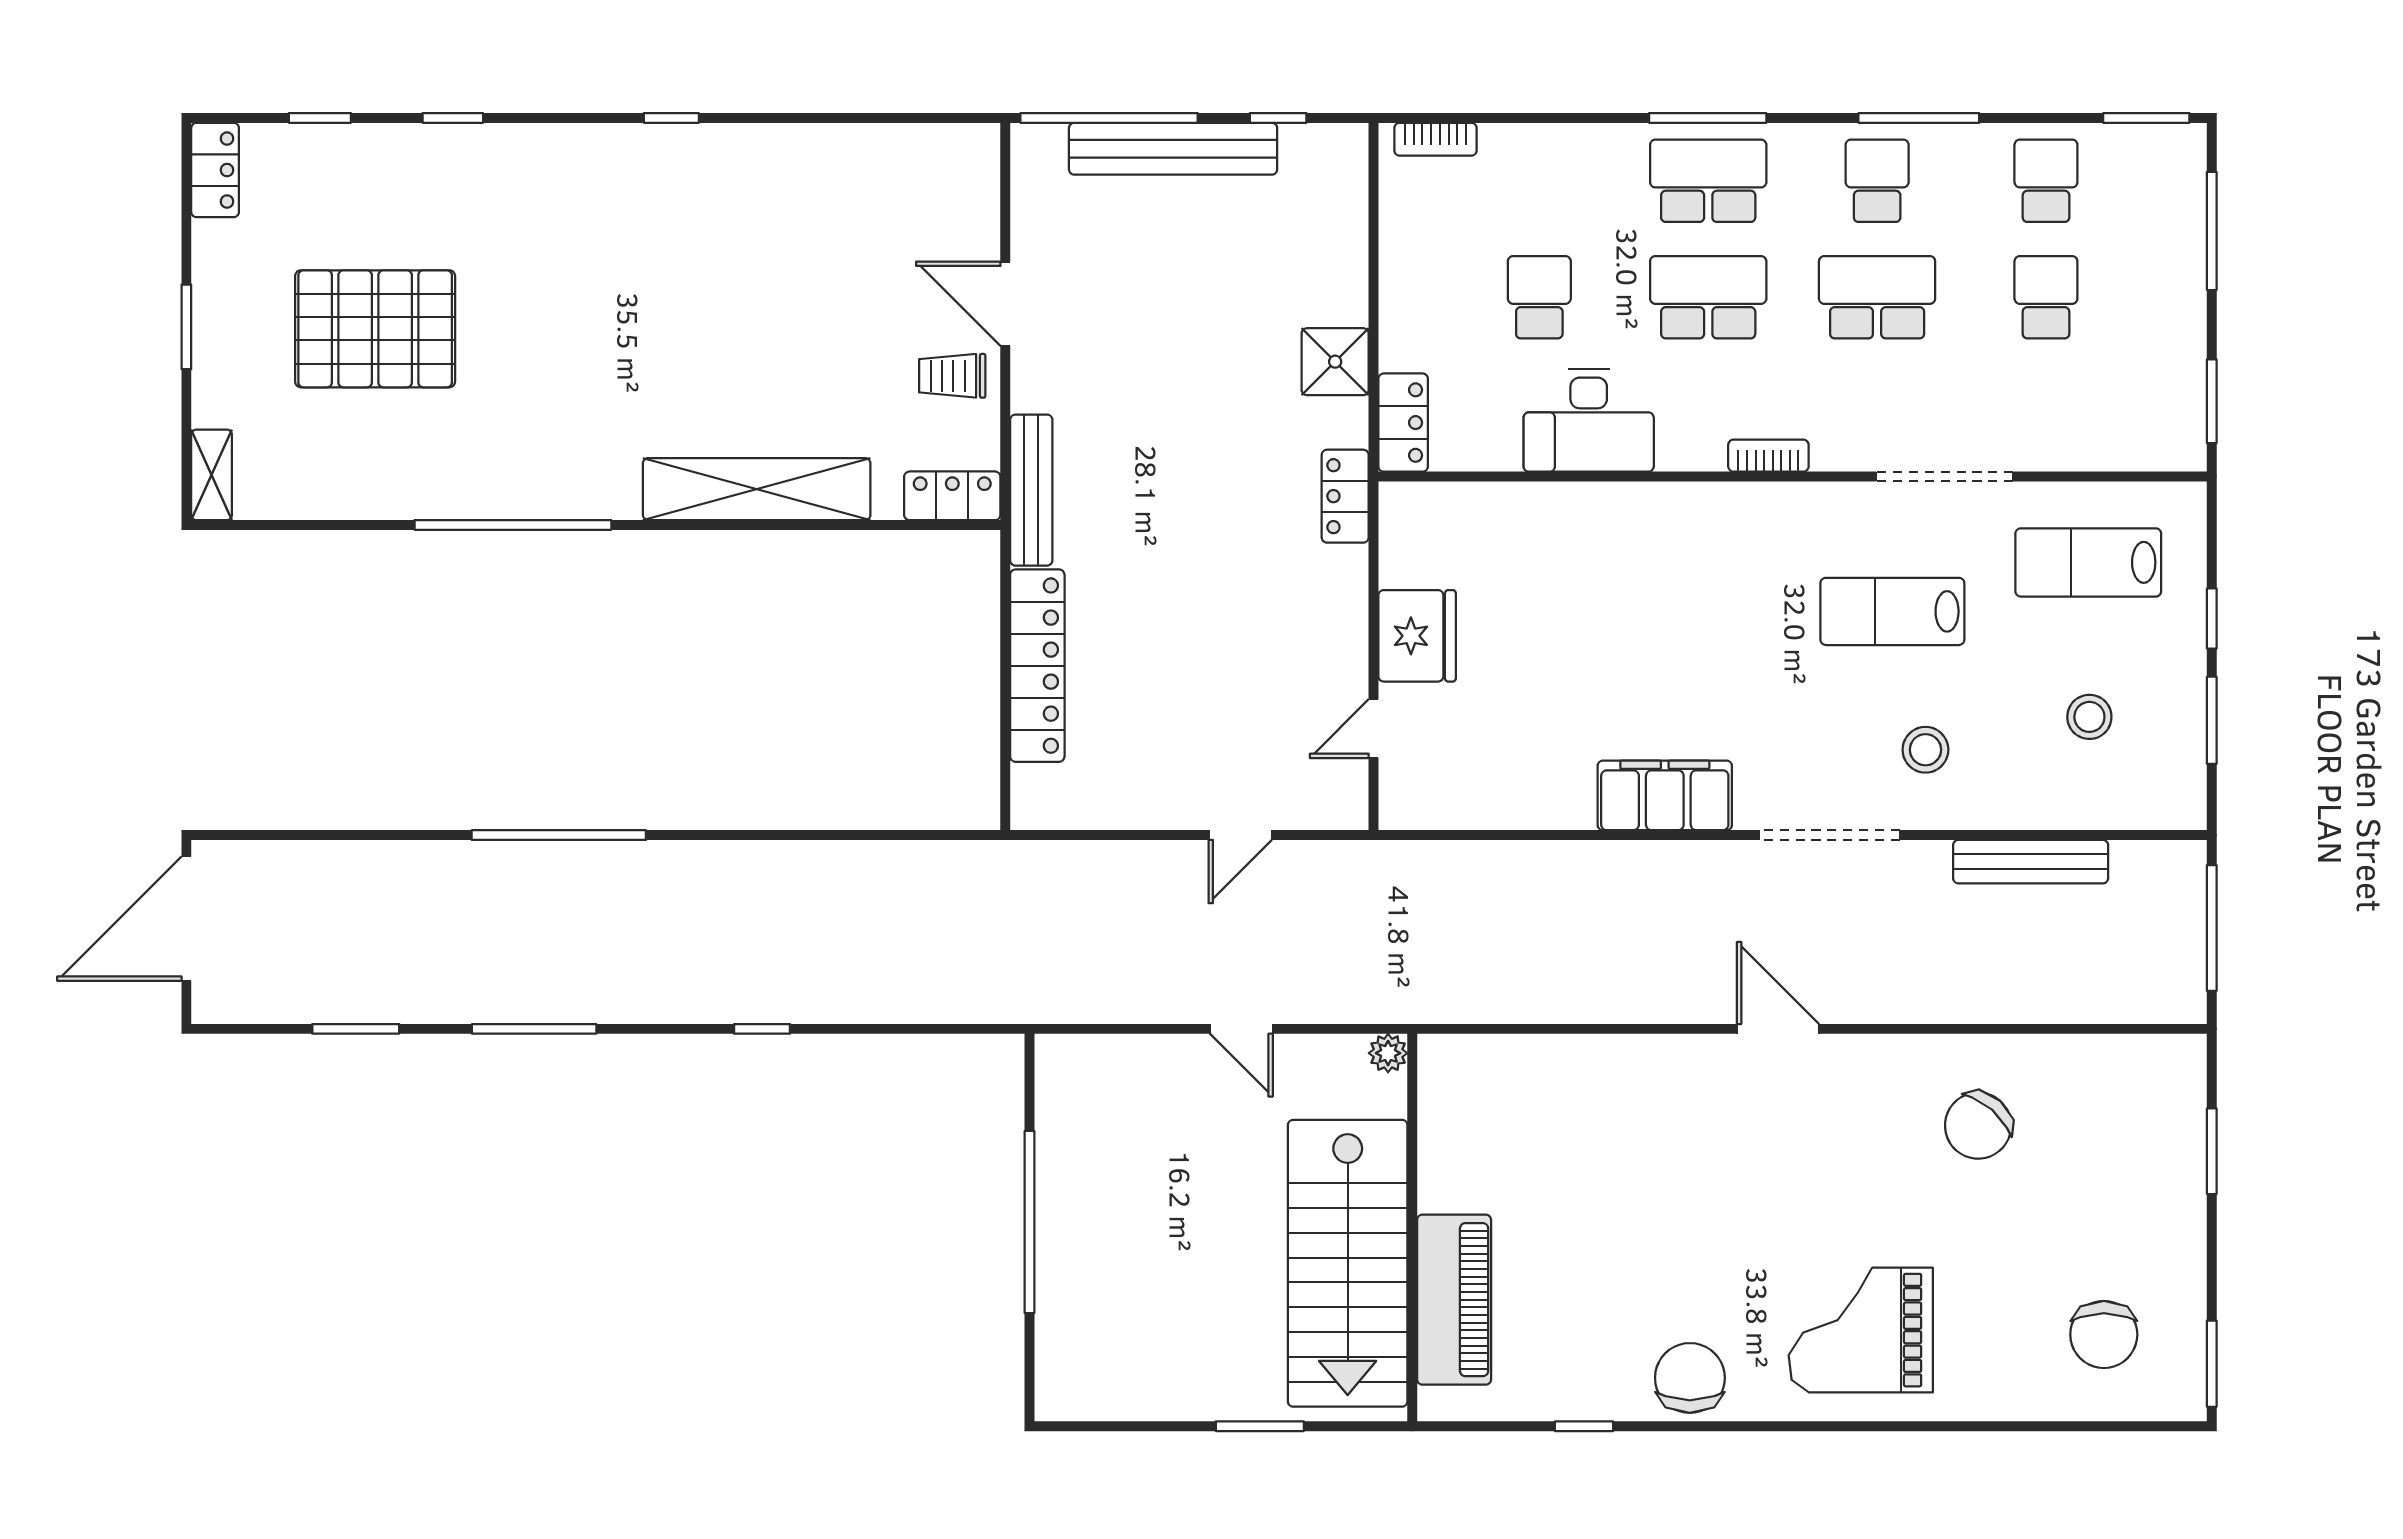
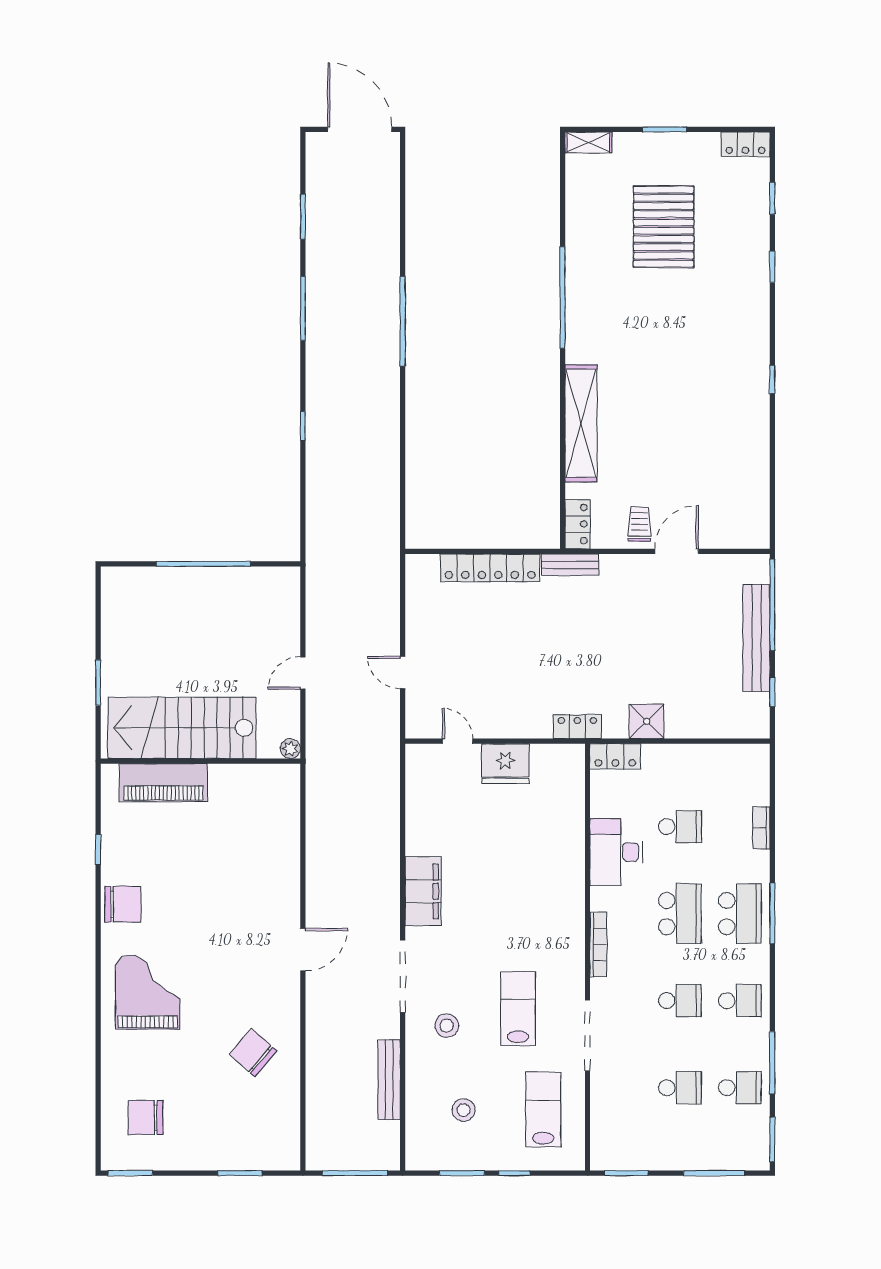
window: (1919, 118) -> (772, 1063), moved
bookcase: (1435, 139) -> (761, 828), moved
school desk: (1877, 297) -> (680, 1001), width x0.54
bookcase: (1768, 456) -> (598, 945), width x1.56
bench: (1031, 490) -> (570, 565), width x0.73

